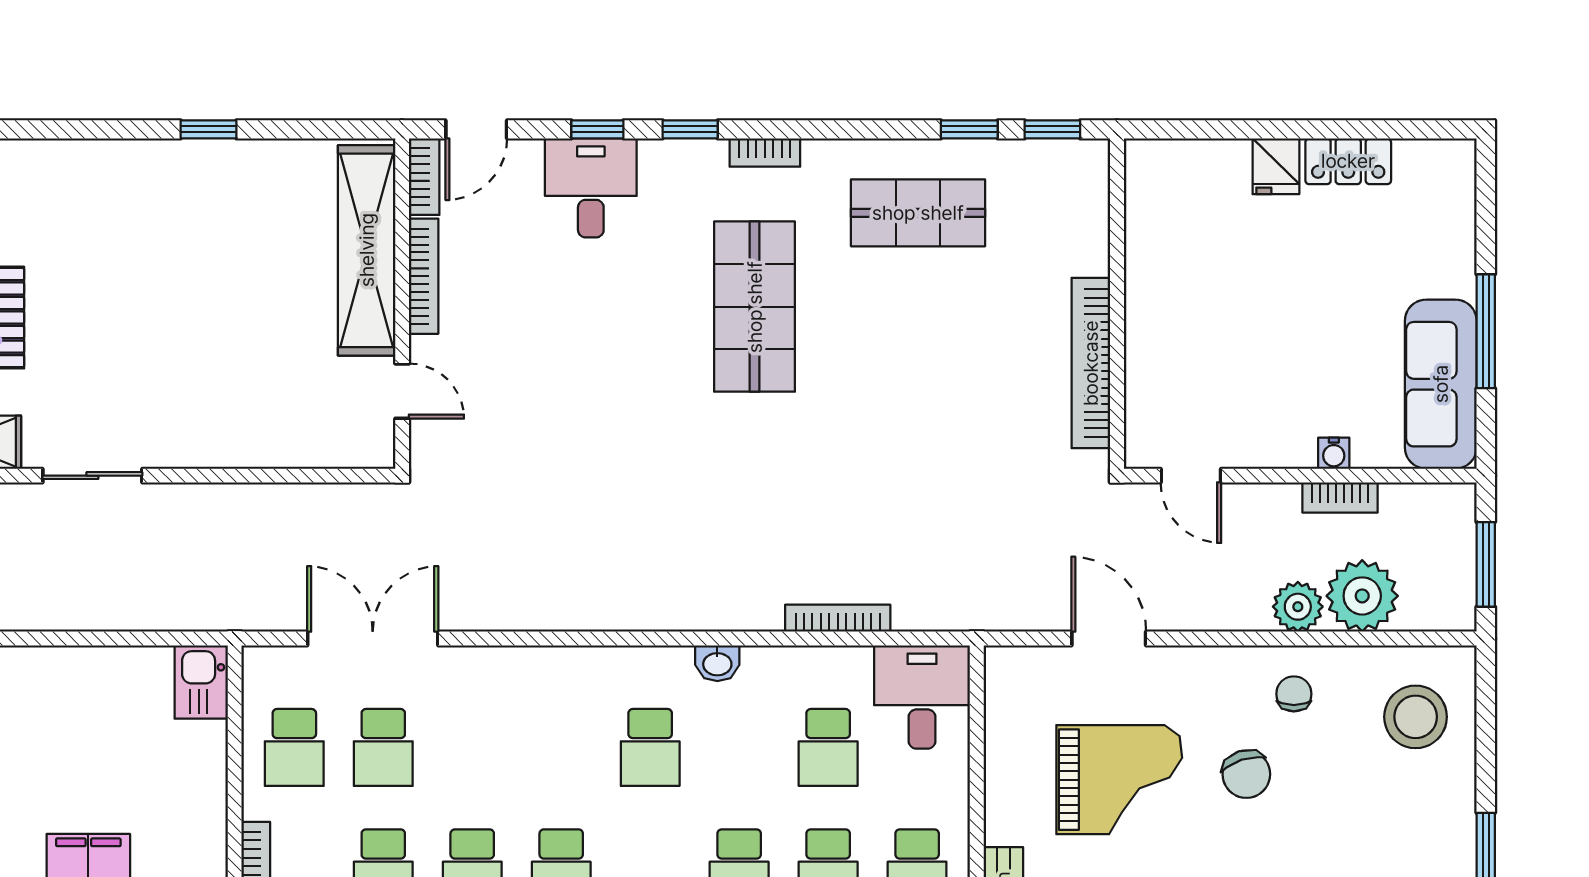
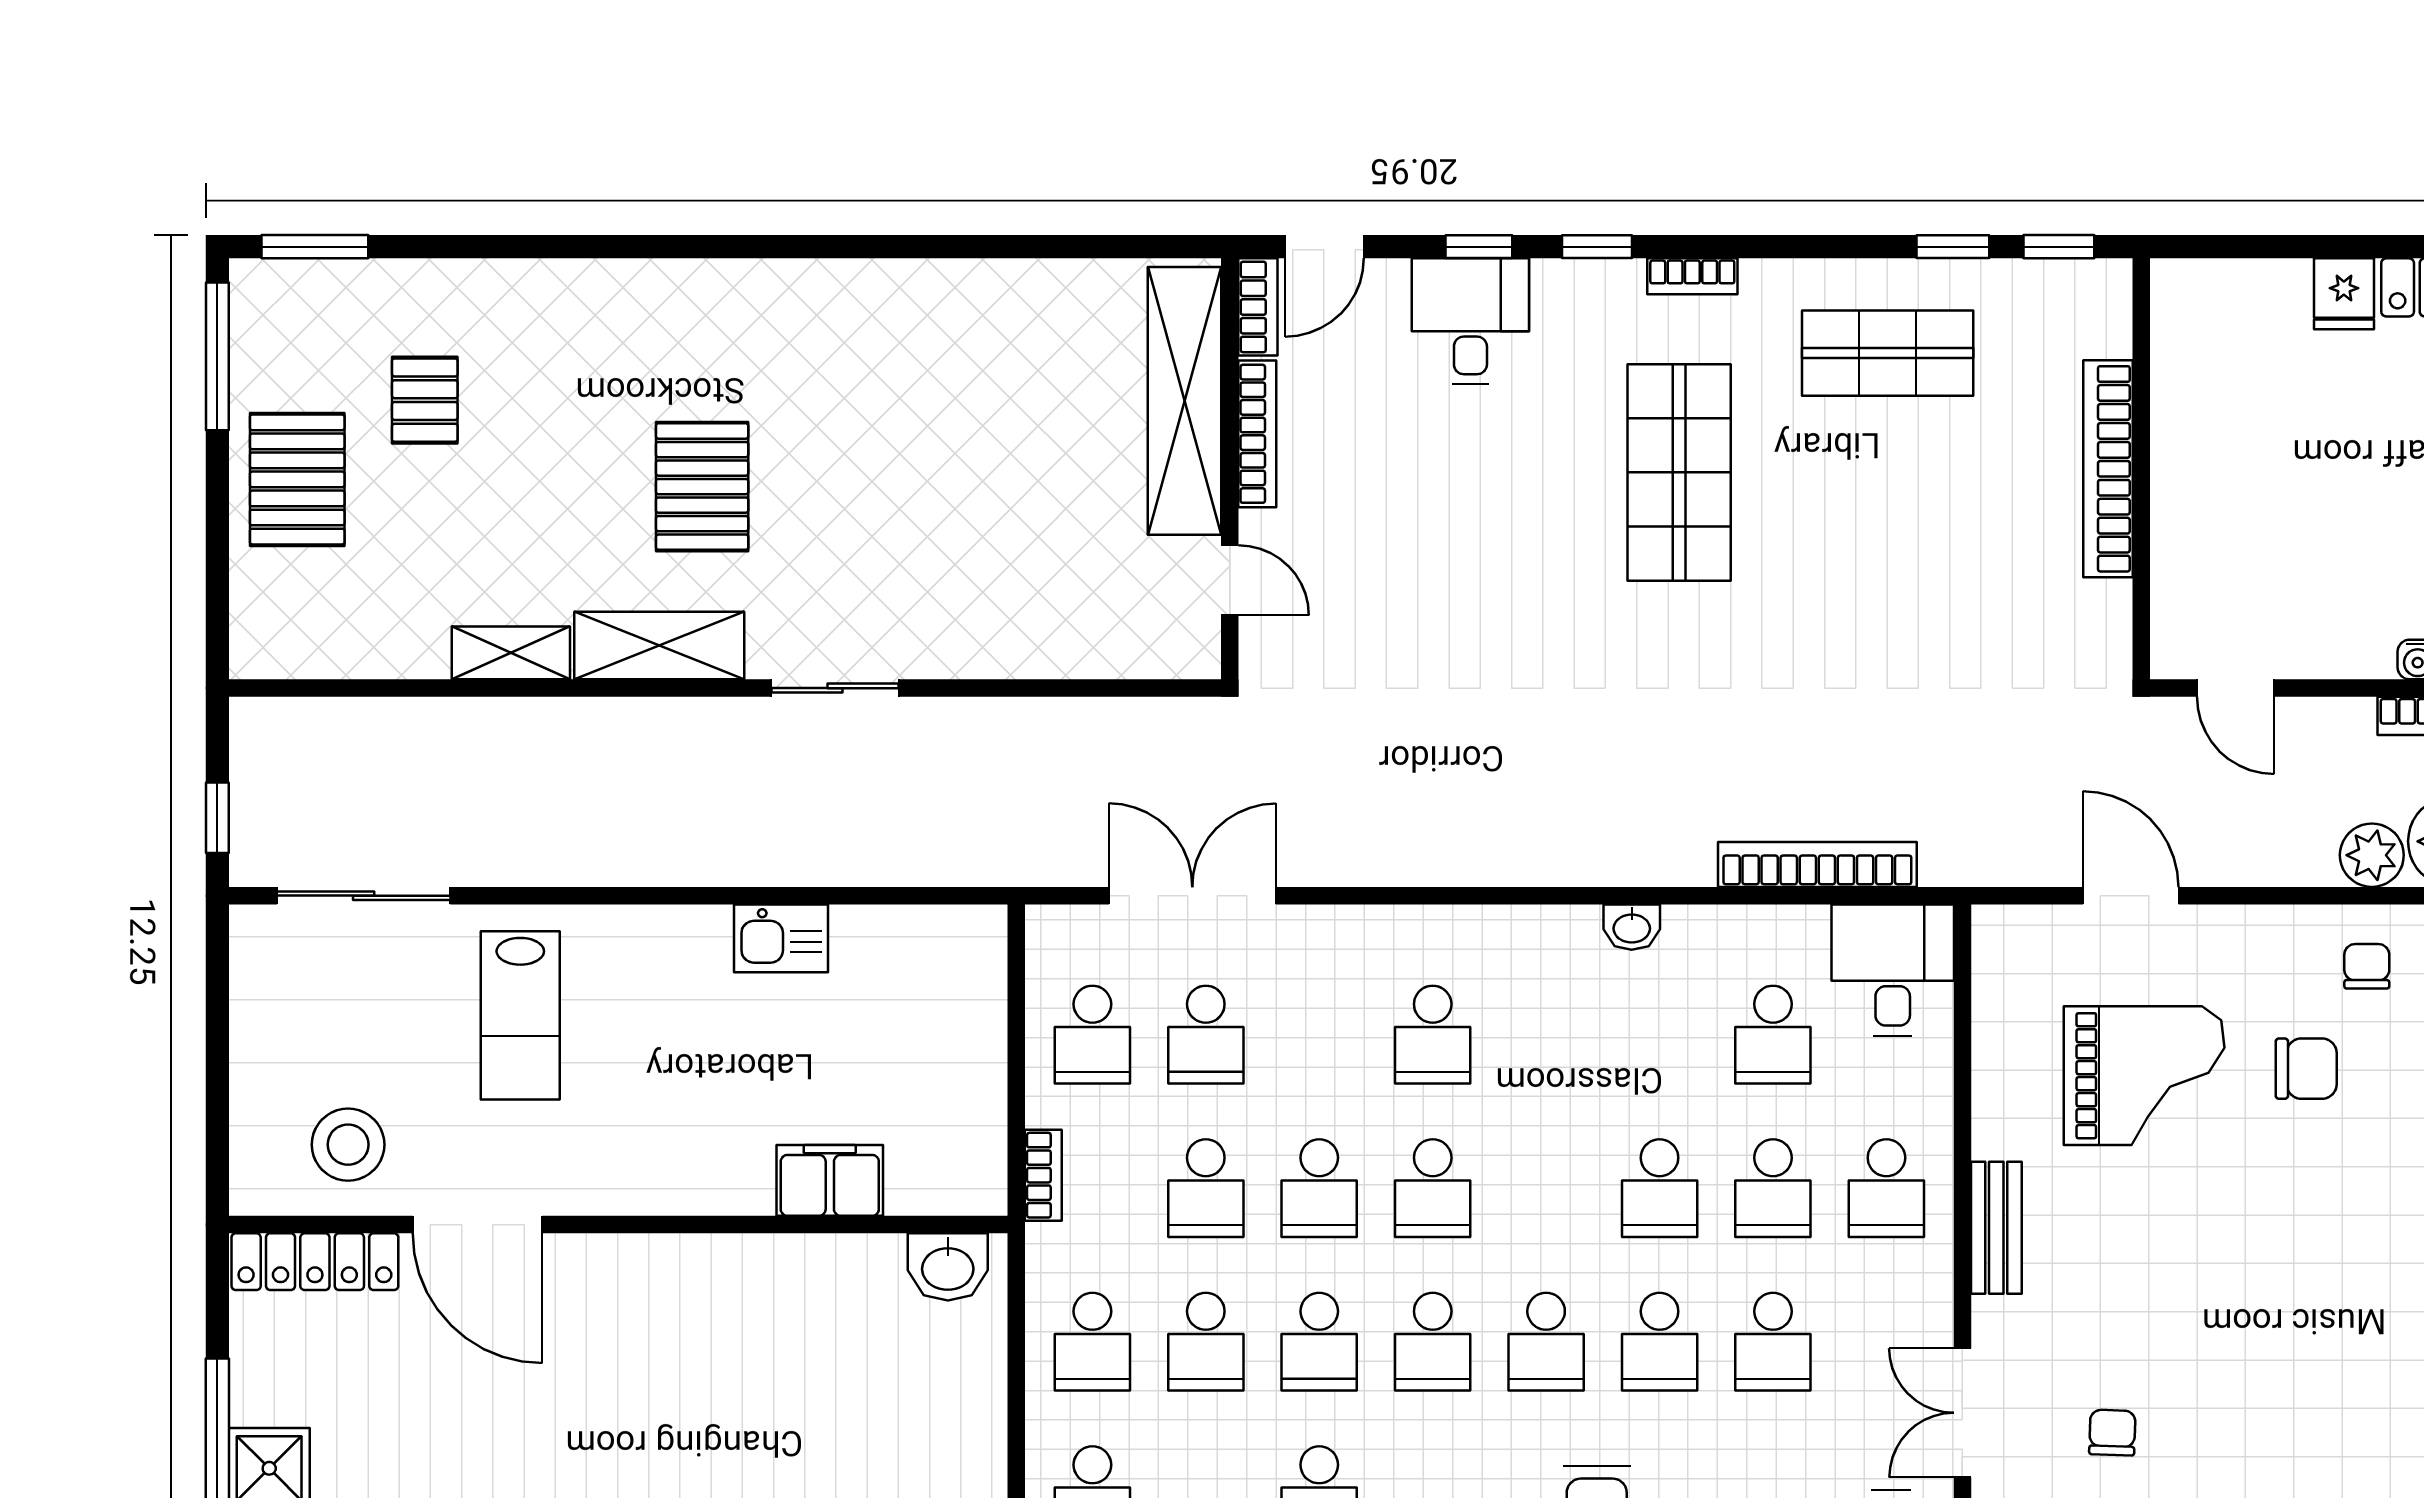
window: (209, 129) -> (983, 247), removed
bookcase: (1091, 363) -> (2108, 469), moved
bookcase: (838, 618) -> (1817, 865), width x1.48, depth x1.31
kitchen sink: (201, 682) -> (781, 938), moved, turned -90
school desk: (650, 747) -> (1433, 1035), moved
chair: (1246, 774) -> (2306, 1069), turned -72

